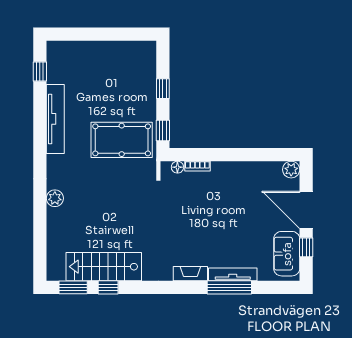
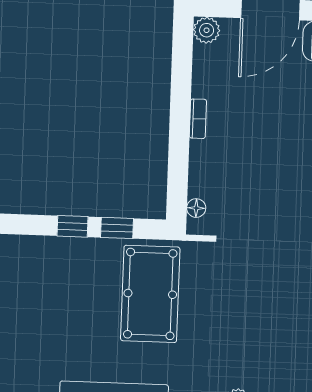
window: (163, 131) -> (117, 228), moved
bookcase: (197, 166) -> (198, 119), moved

